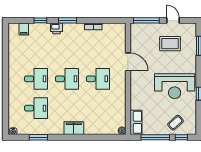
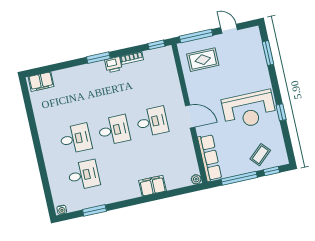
window: (40, 20) -> (156, 45), moved
printer: (57, 28) -> (113, 65), moved
filing cabinet: (24, 29) -> (41, 82), width x2.00
rug: (170, 44) -> (203, 60), moved
door: (128, 62) -> (190, 116), moved
row of seats: (136, 122) -> (210, 158), width x1.48
filing cabinet: (74, 128) -> (153, 186), moved

